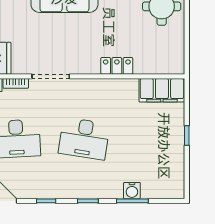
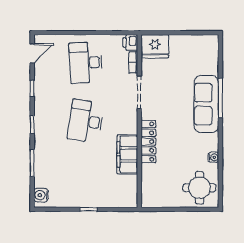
locker: (117, 66) -> (148, 142), width x1.53
filing cabinet: (162, 90) -> (127, 154), moved
water cooler: (132, 191) -> (41, 195), moved

